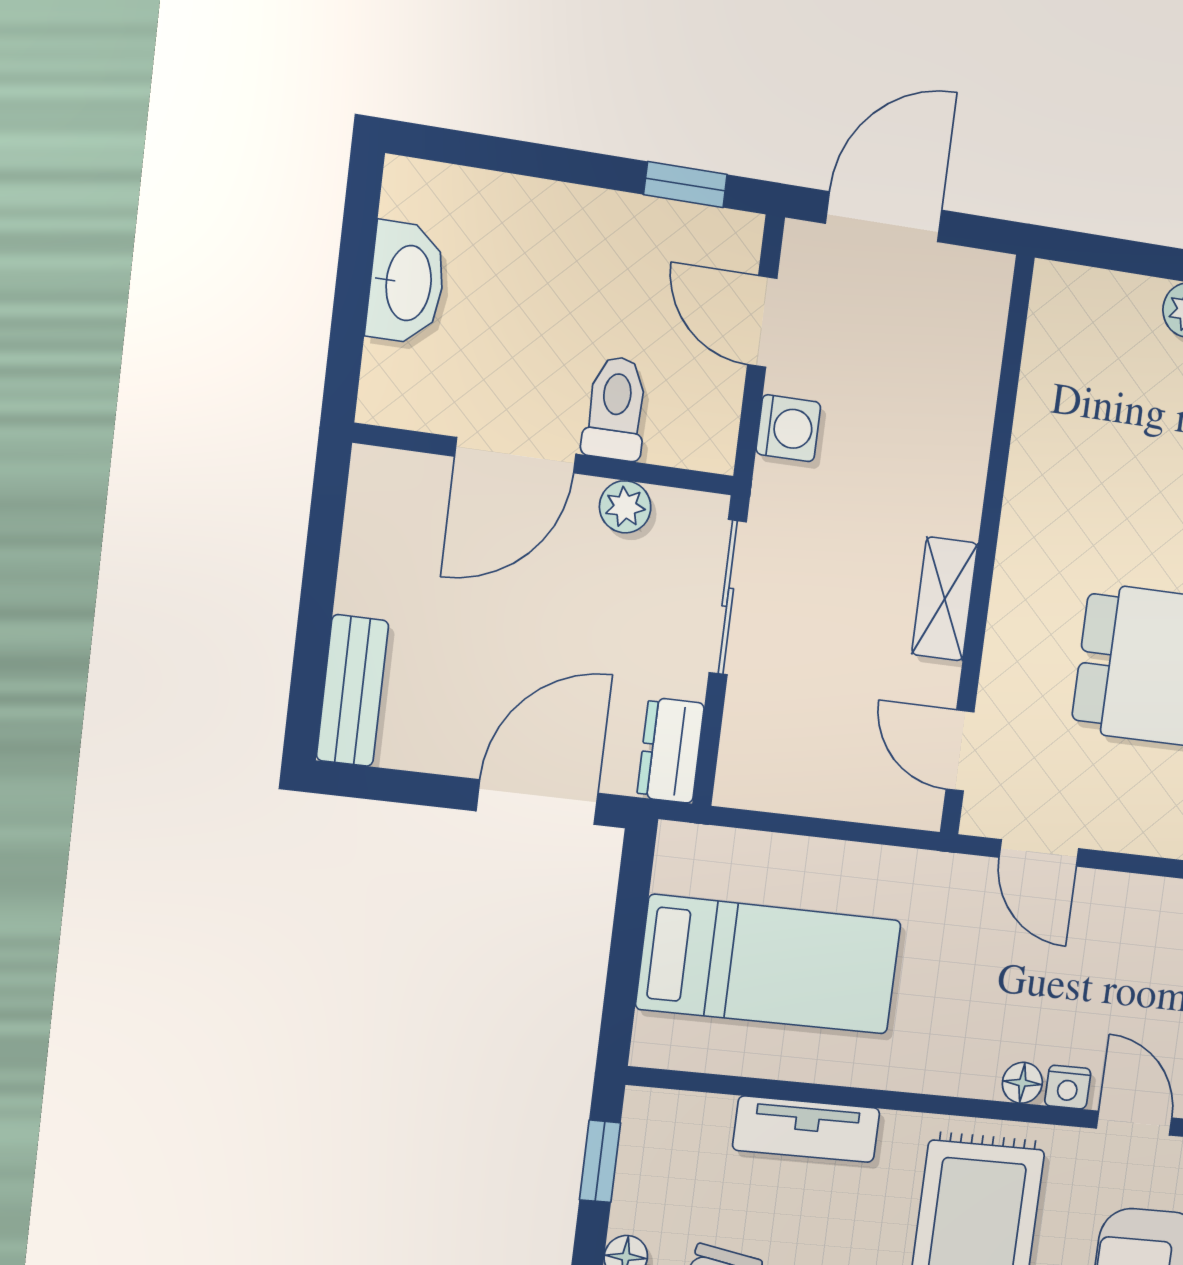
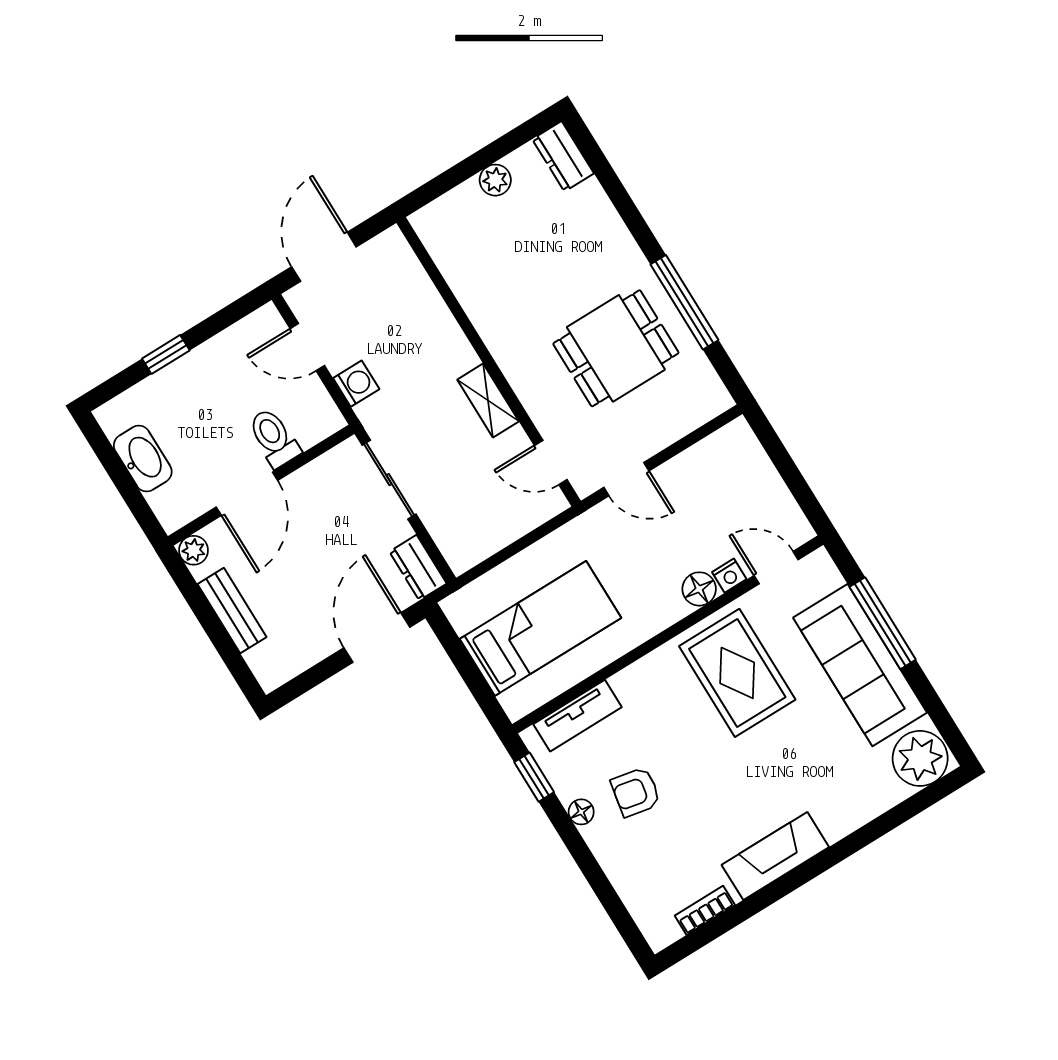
window: (685, 185) -> (166, 354), moved
plant: (625, 507) -> (194, 550), moved
bench: (352, 691) -> (232, 611), moved
floor lamp: (1022, 1083) -> (699, 589), width x1.37, depth x1.37
tv unit: (806, 1129) -> (577, 716), moved

